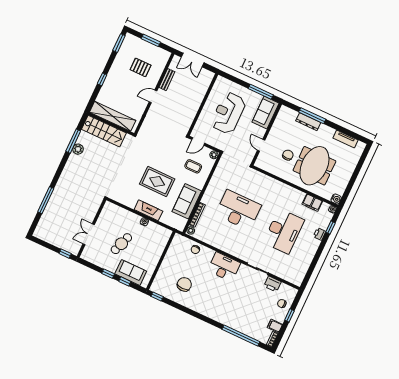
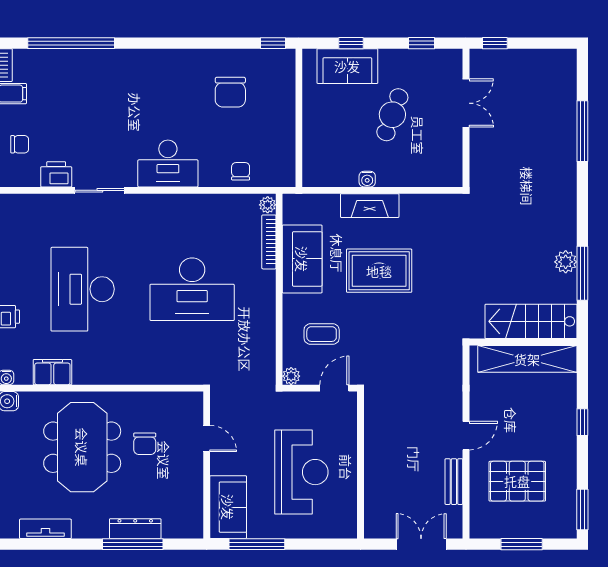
pallet: (141, 67) -> (517, 481), width x1.50, depth x1.42
window: (108, 274) -> (421, 43), moved

